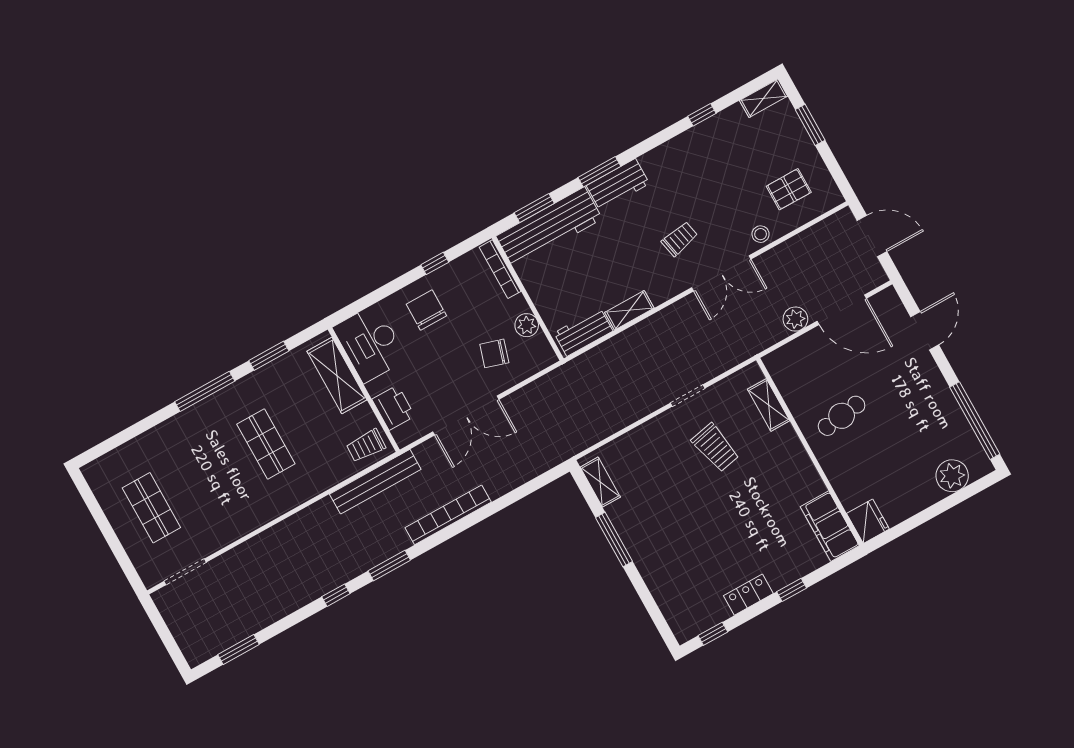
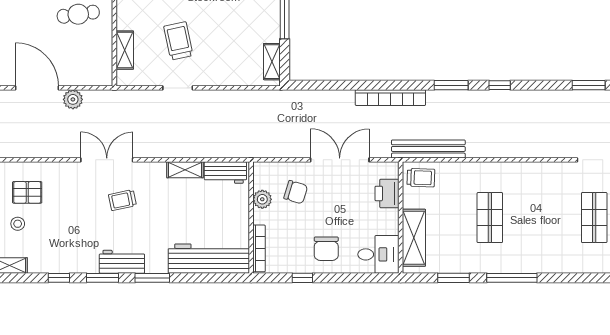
workbench: (618, 185) -> (122, 262), moved
window: (534, 208) -> (102, 278), moved
stool: (761, 234) -> (18, 224), moved
desk: (370, 343) -> (378, 254), width x0.73

